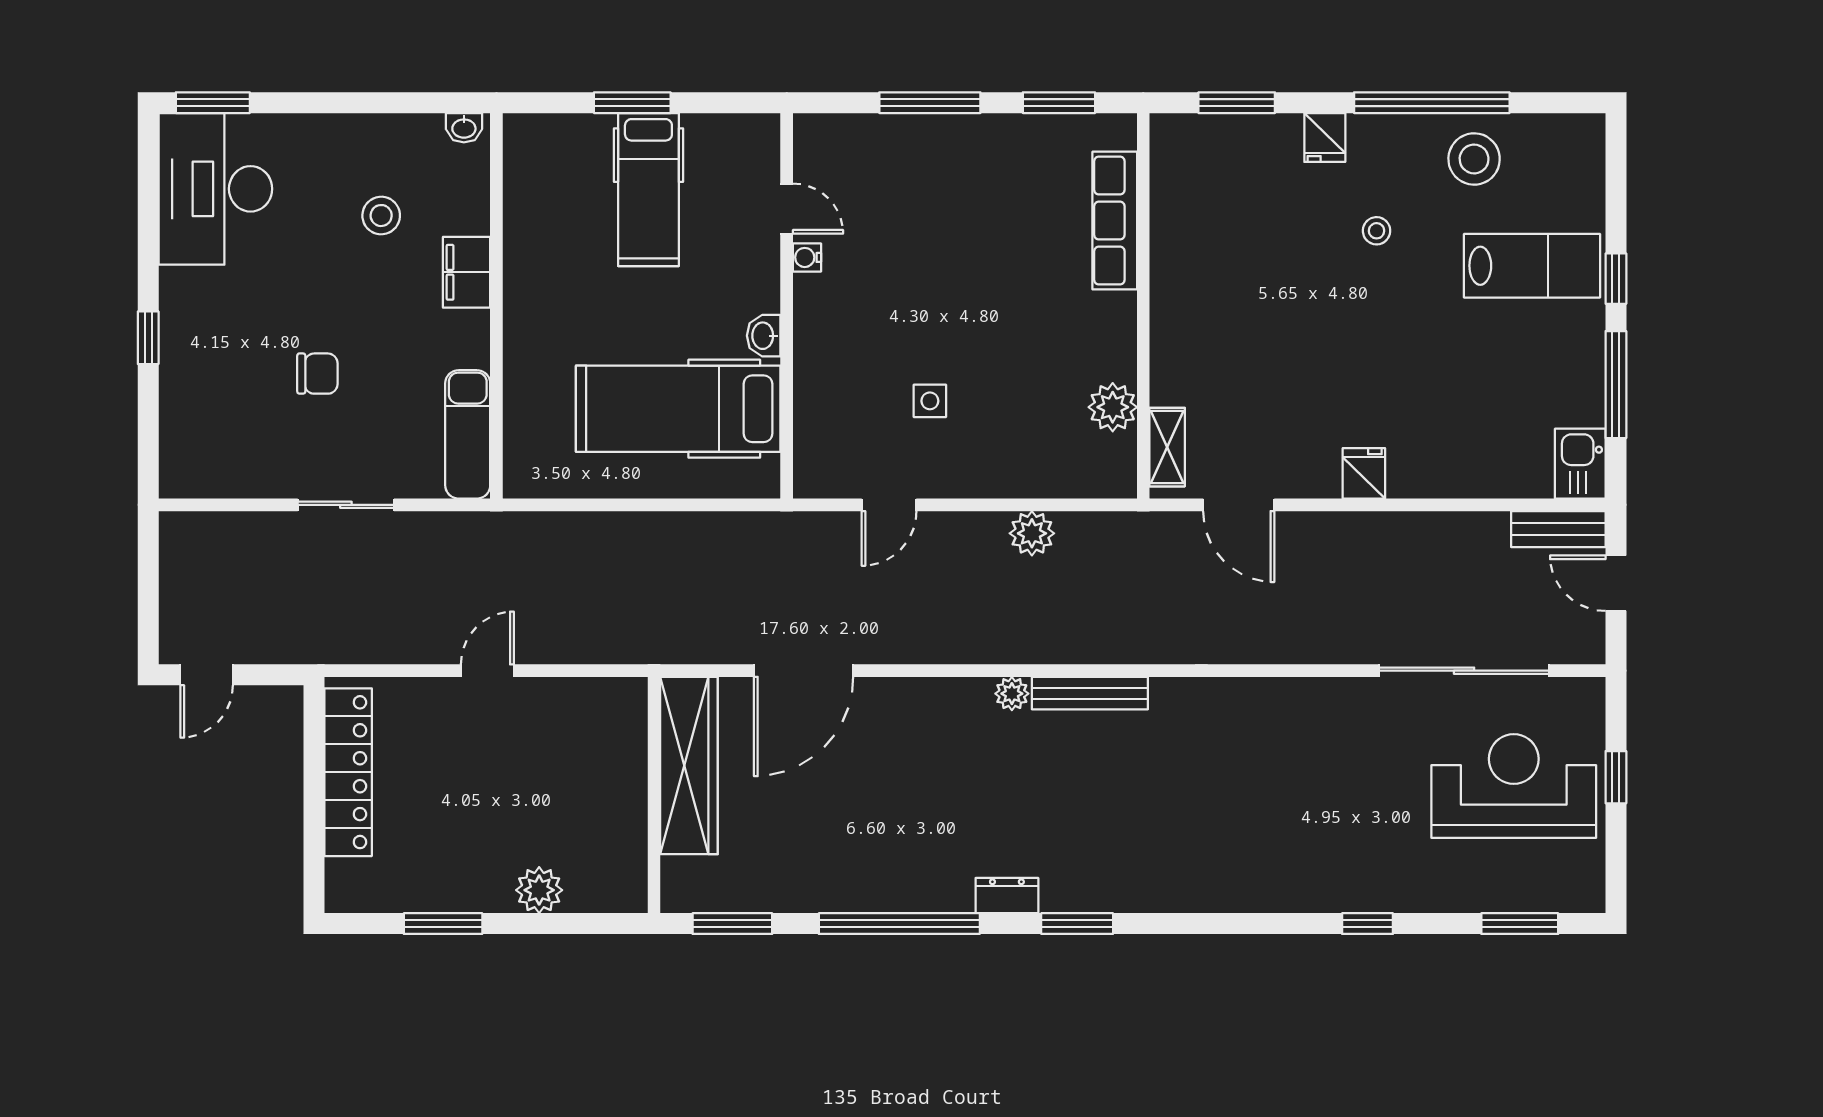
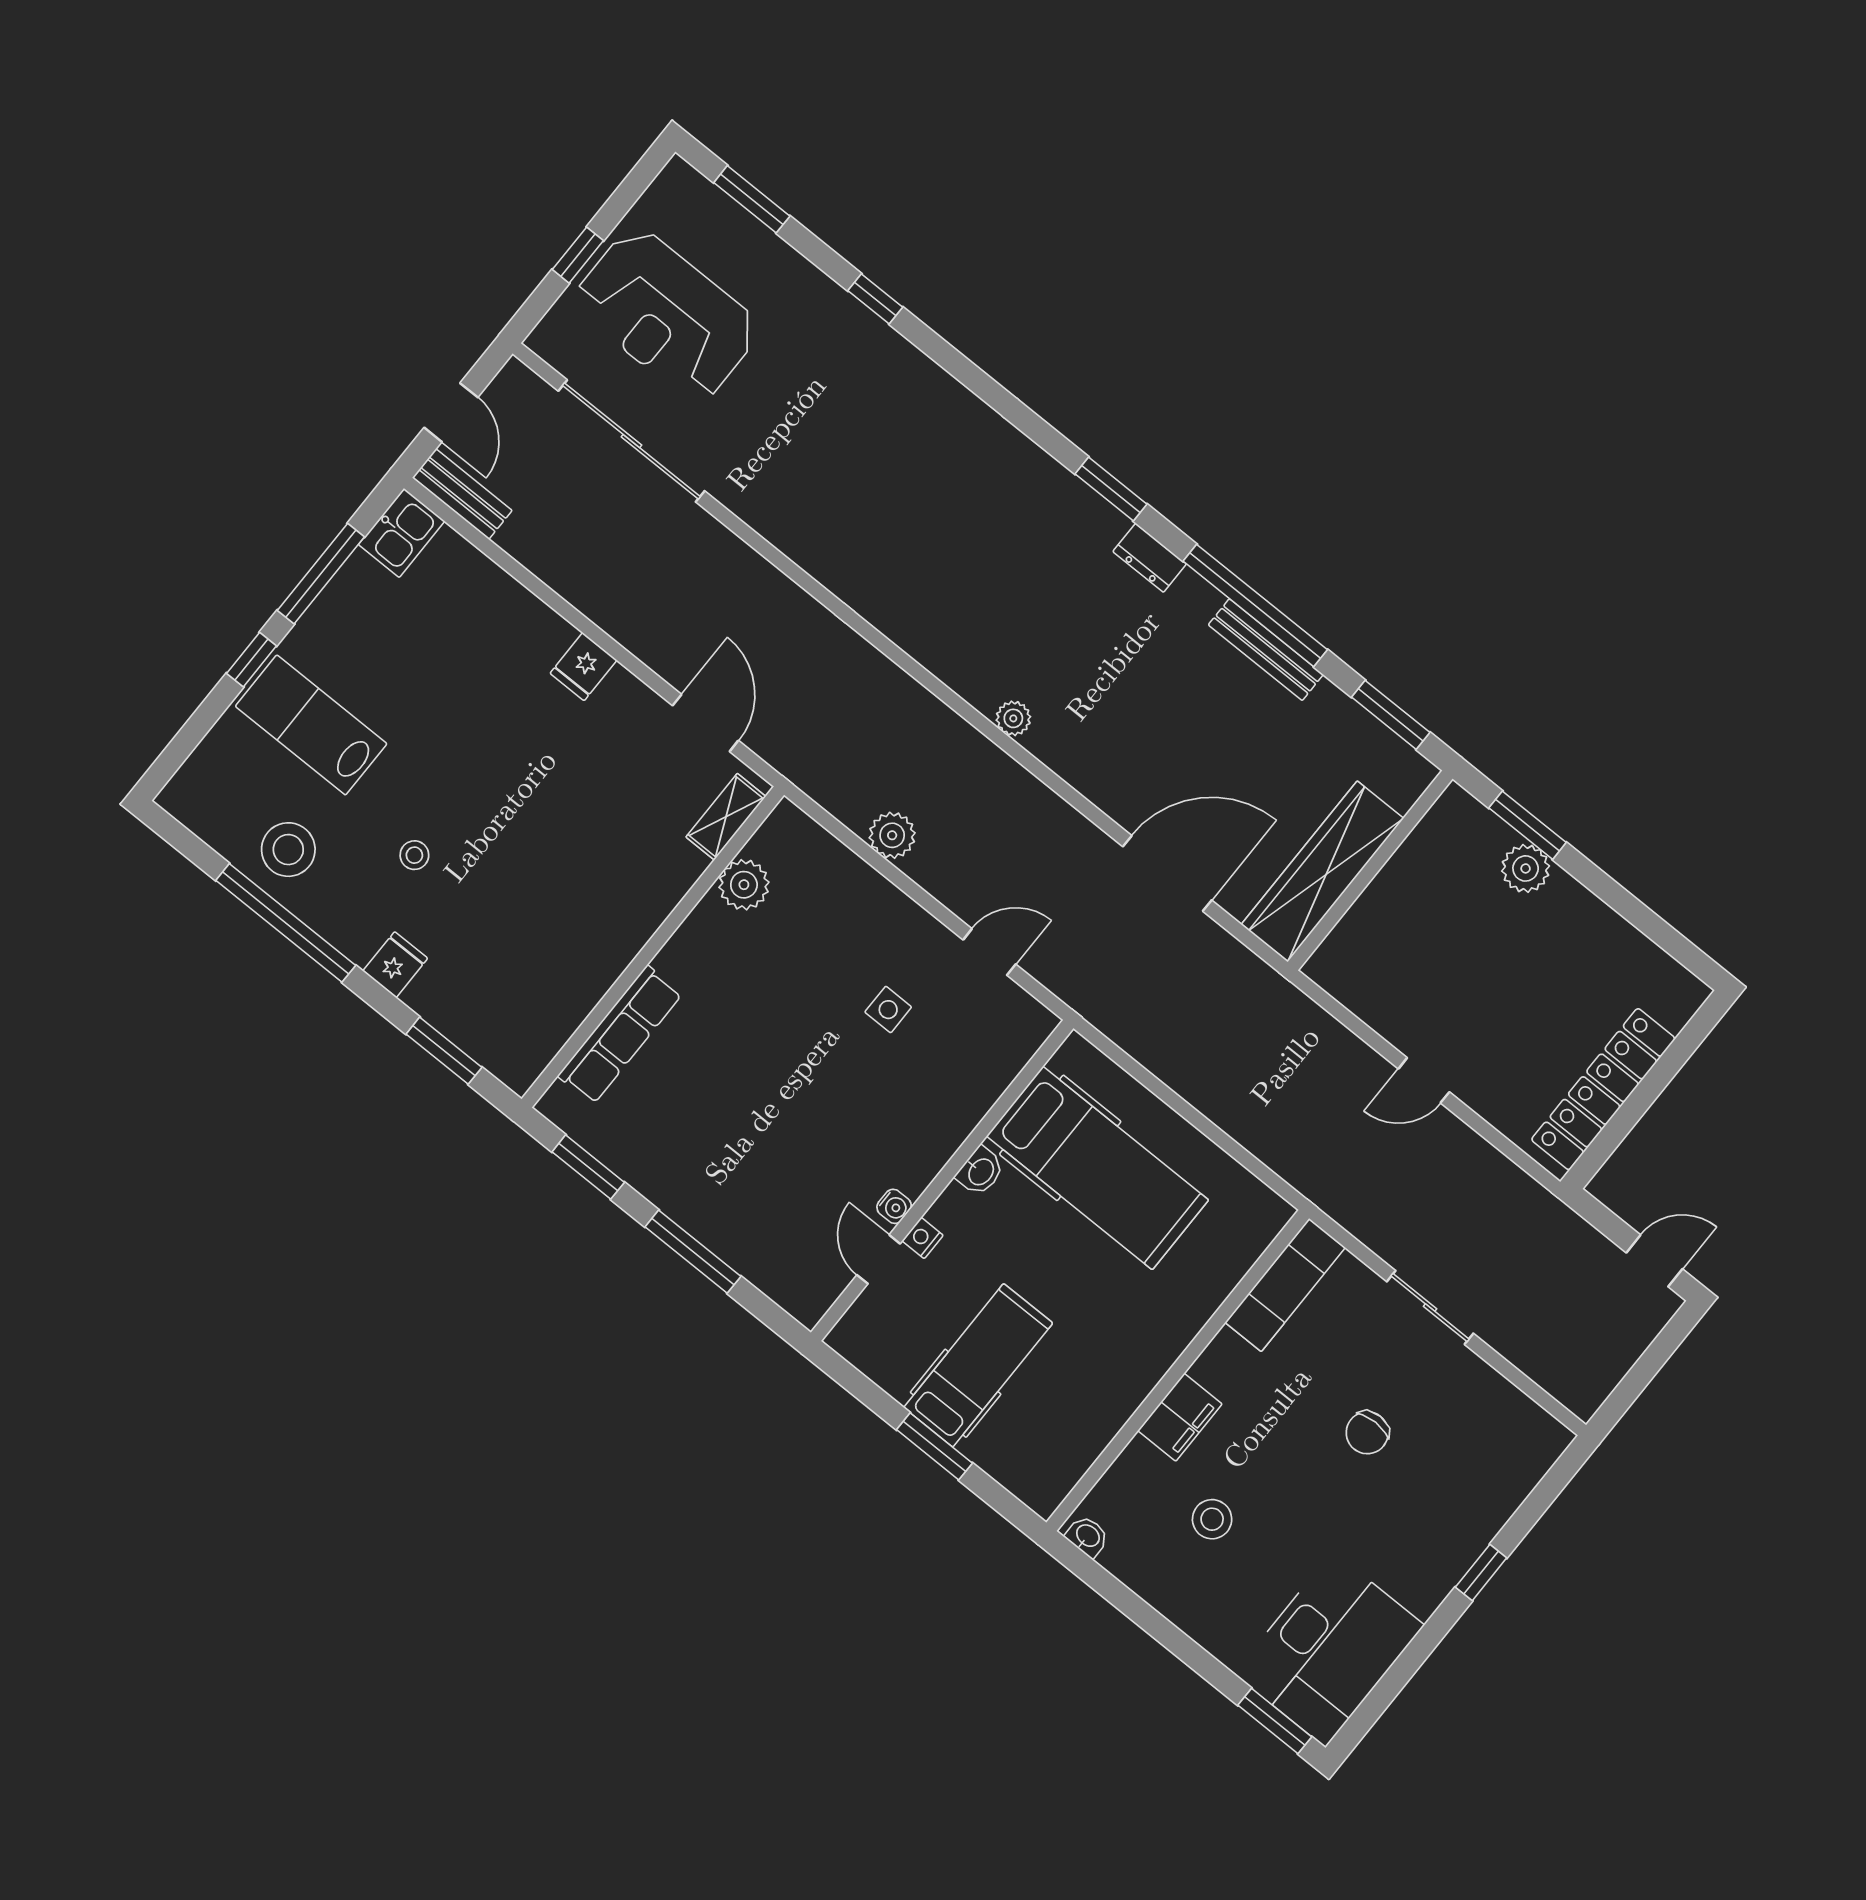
nightstand: (767, 251) -> (923, 1238), added
chair: (317, 374) -> (1367, 1433), turned -90
bench: (1090, 693) -> (1266, 650), moved
window: (443, 924) -> (1528, 825), moved

